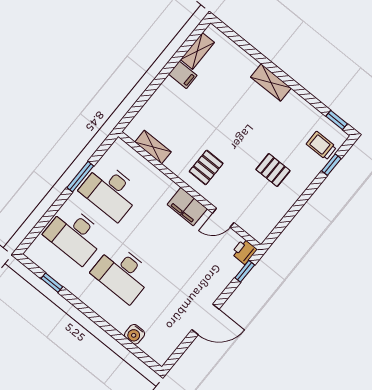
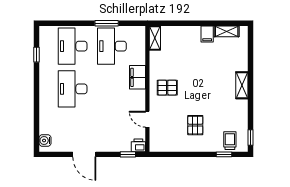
shelving: (153, 147) -> (155, 38), moved
filing cabinet: (187, 207) -> (138, 77), moved
water cooler: (135, 334) -> (45, 141), moved

